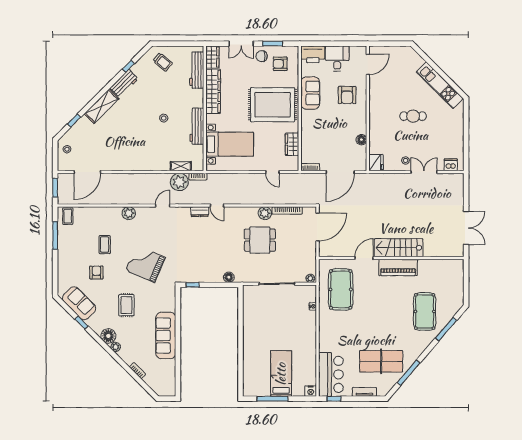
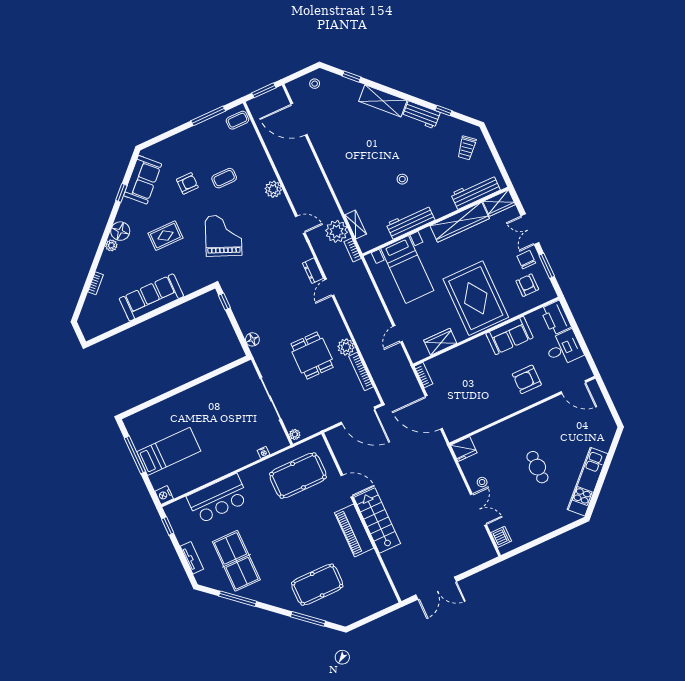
floor lamp: (361, 140) -> (483, 420), removed
bar counter: (331, 374) -> (218, 499), moved

